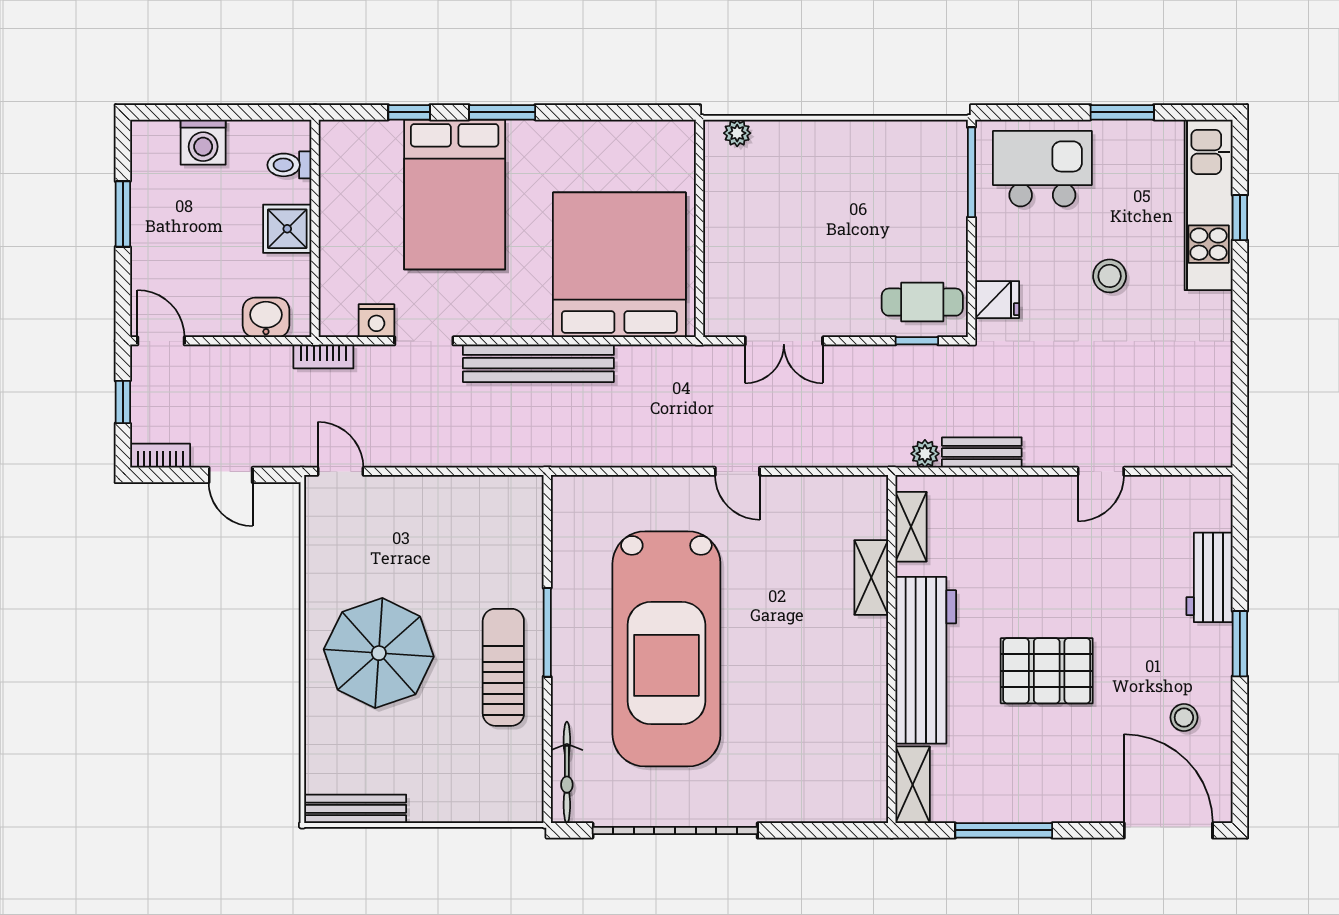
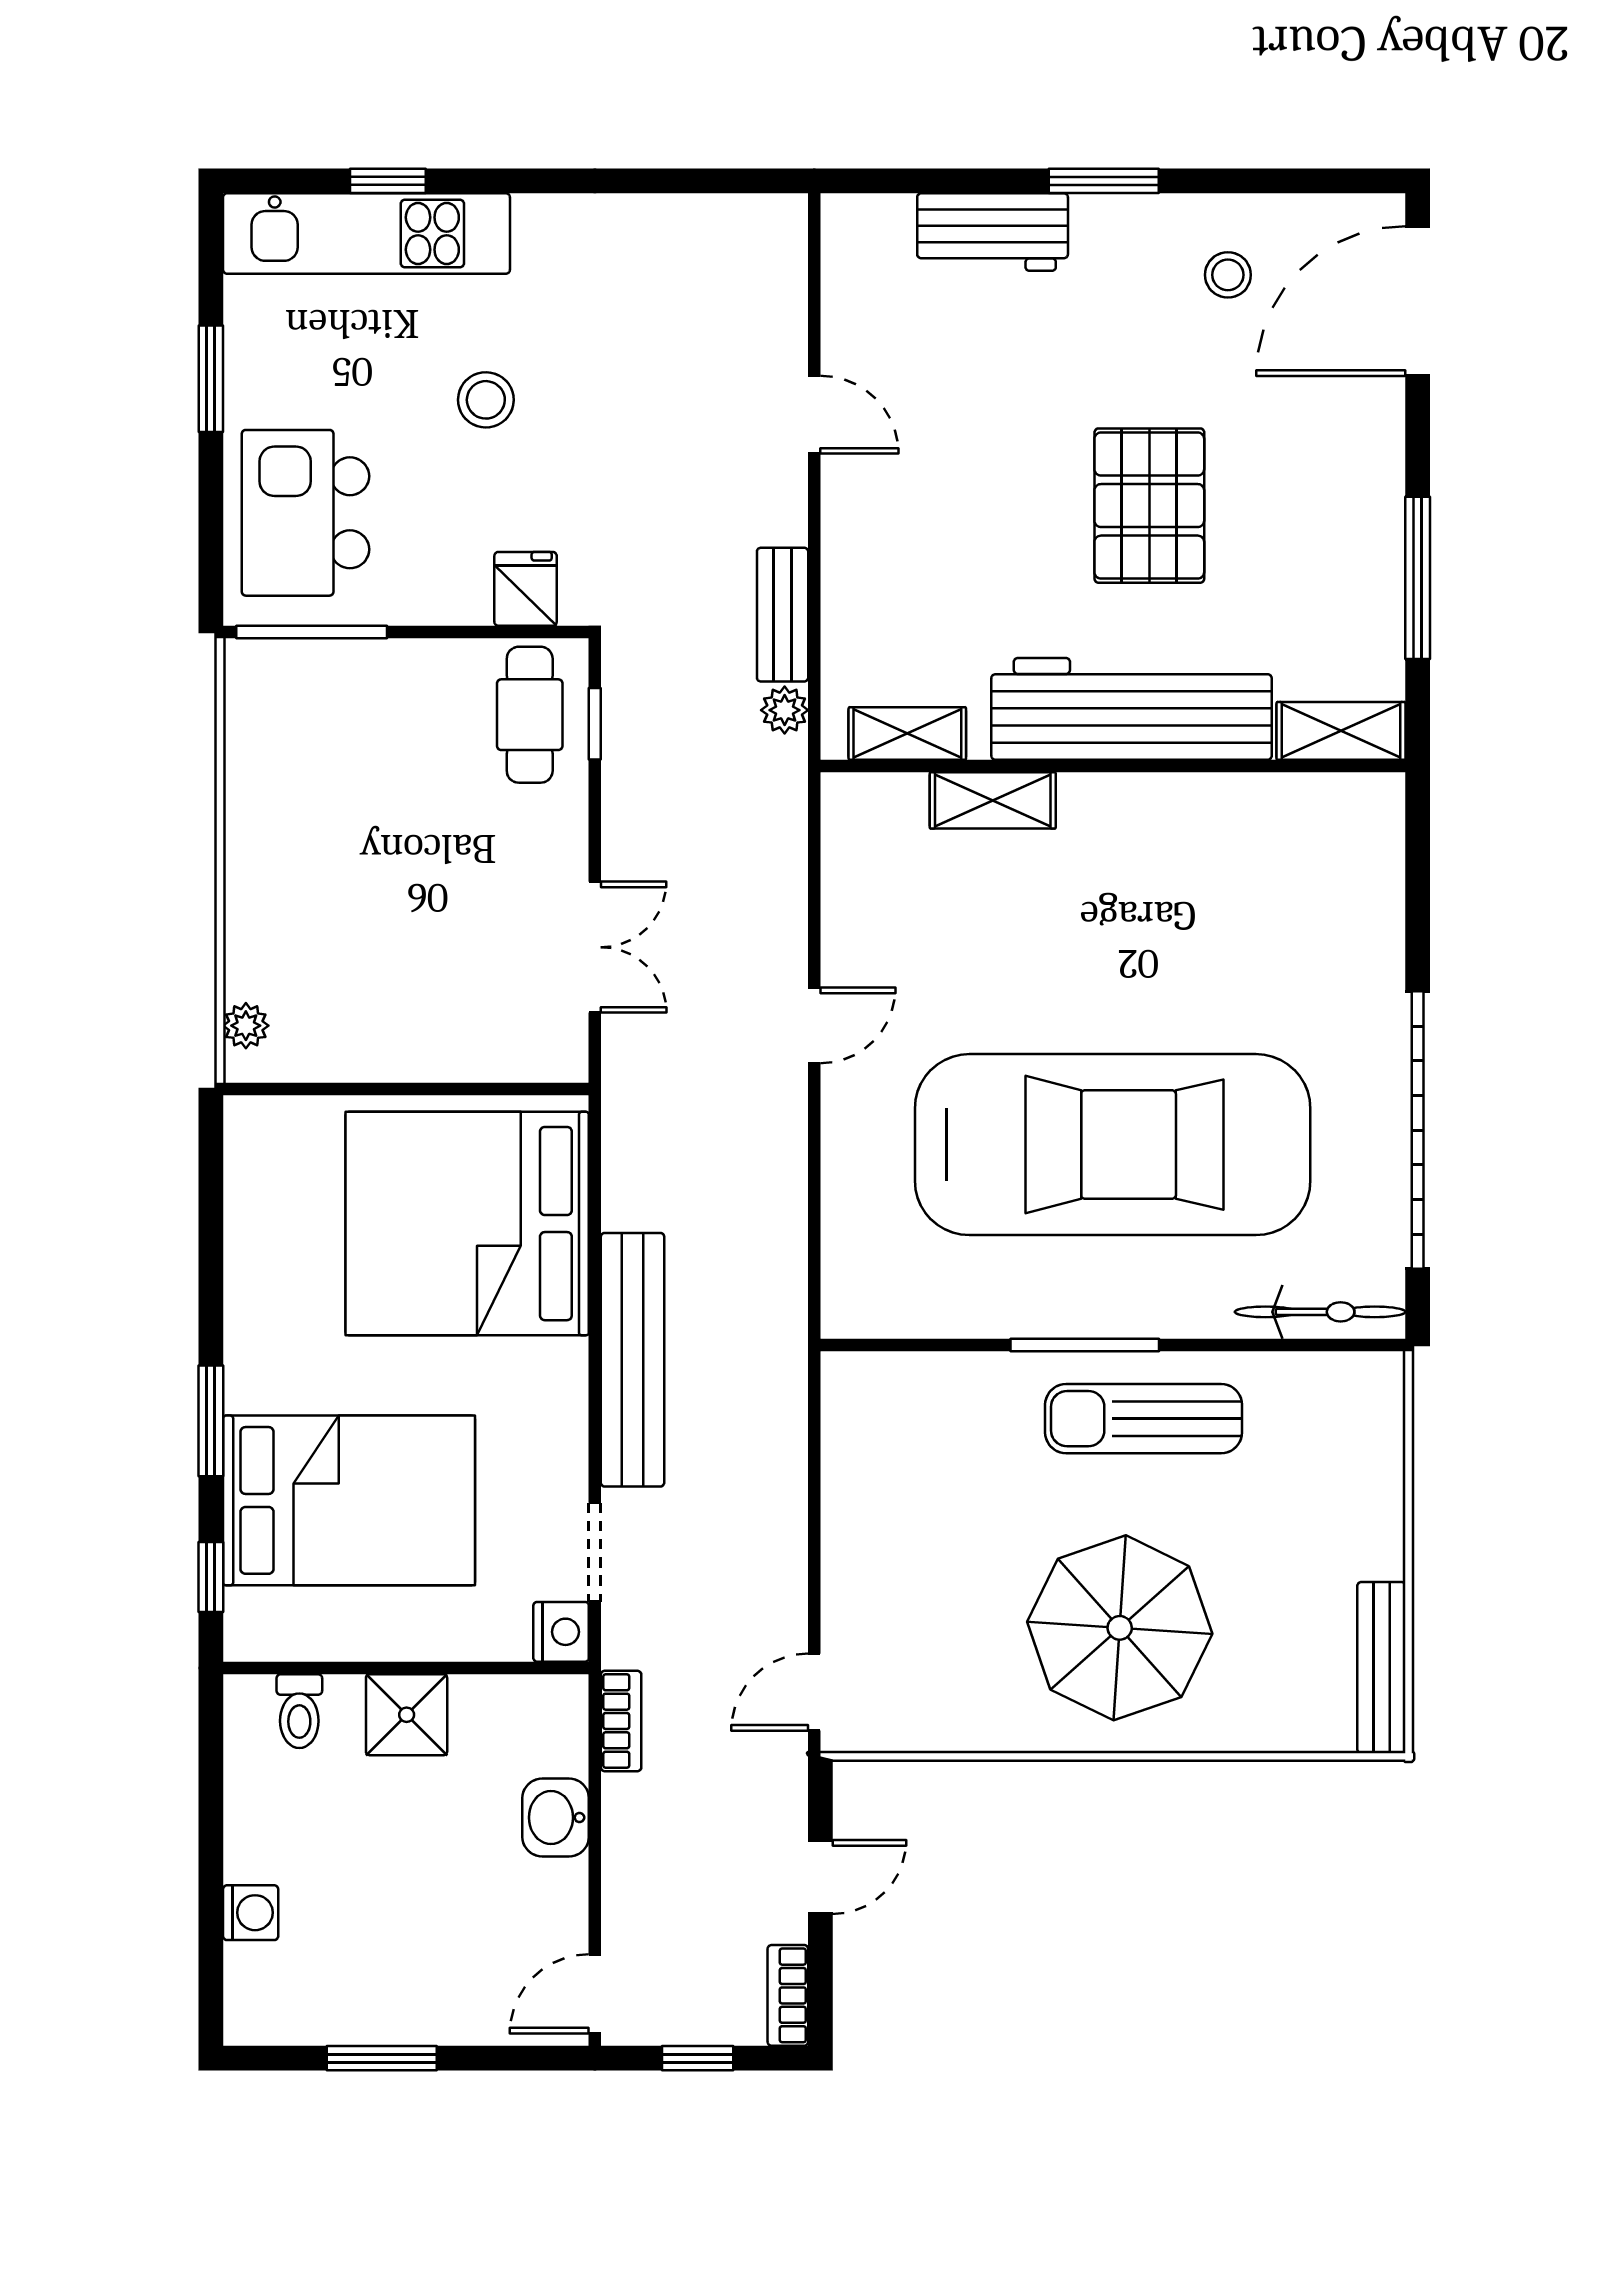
washing machine: (203, 142) -> (251, 1913), width x0.73, depth x0.73
toilet: (289, 165) -> (299, 1711), moved
wall: (315, 228) -> (406, 1668), moved
shower: (287, 229) -> (407, 1715), moved

